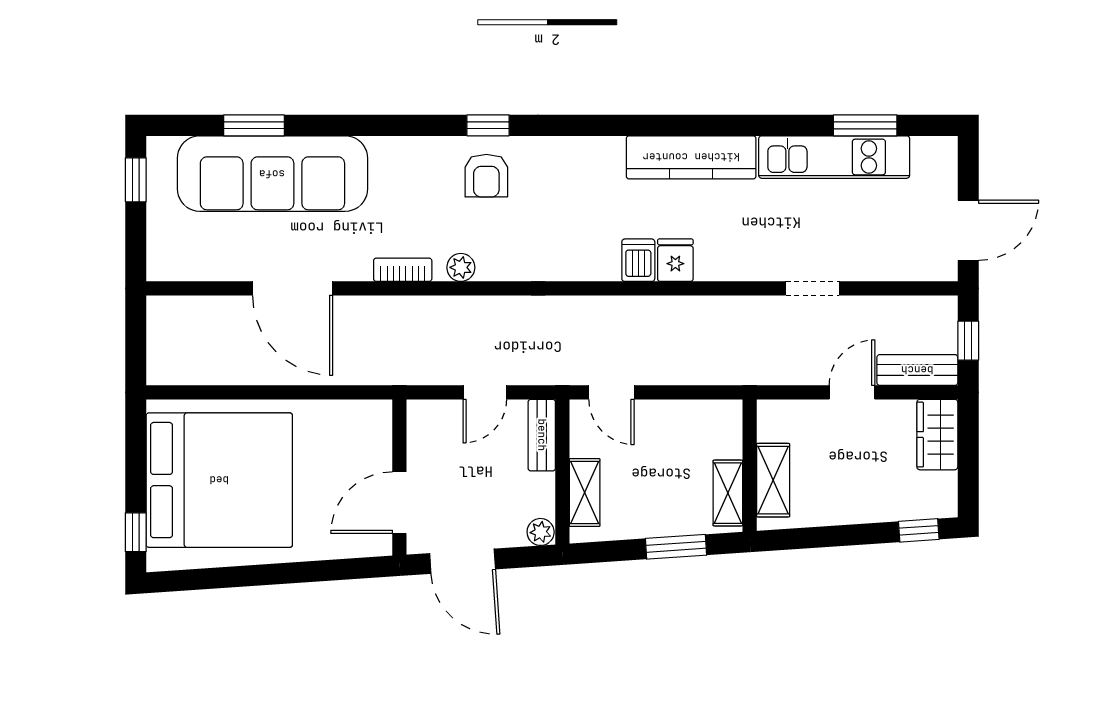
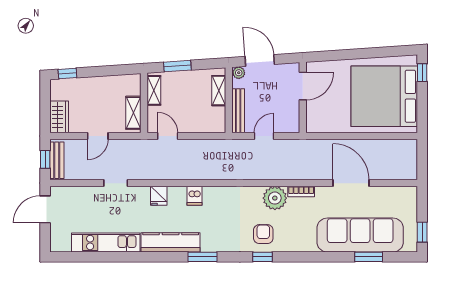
window: (865, 125) -> (202, 257), moved
fridge: (675, 260) -> (159, 196), moved
plant: (461, 267) -> (275, 198), width x1.87, depth x1.87
bench: (917, 370) -> (57, 160), moved, turned 90
door: (611, 392) -> (168, 136), moved
bench: (542, 435) -> (238, 111), width x1.36
shelving: (773, 480) -> (133, 113), moved
door: (463, 561) -> (260, 60), moved

